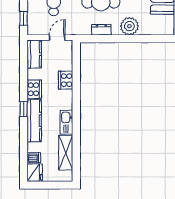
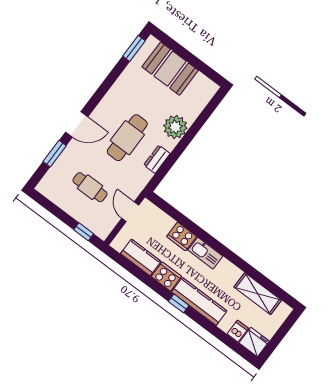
kitchen counter: (34, 54) -> (141, 257), moved
kitchen sink: (66, 122) -> (205, 253), moved

